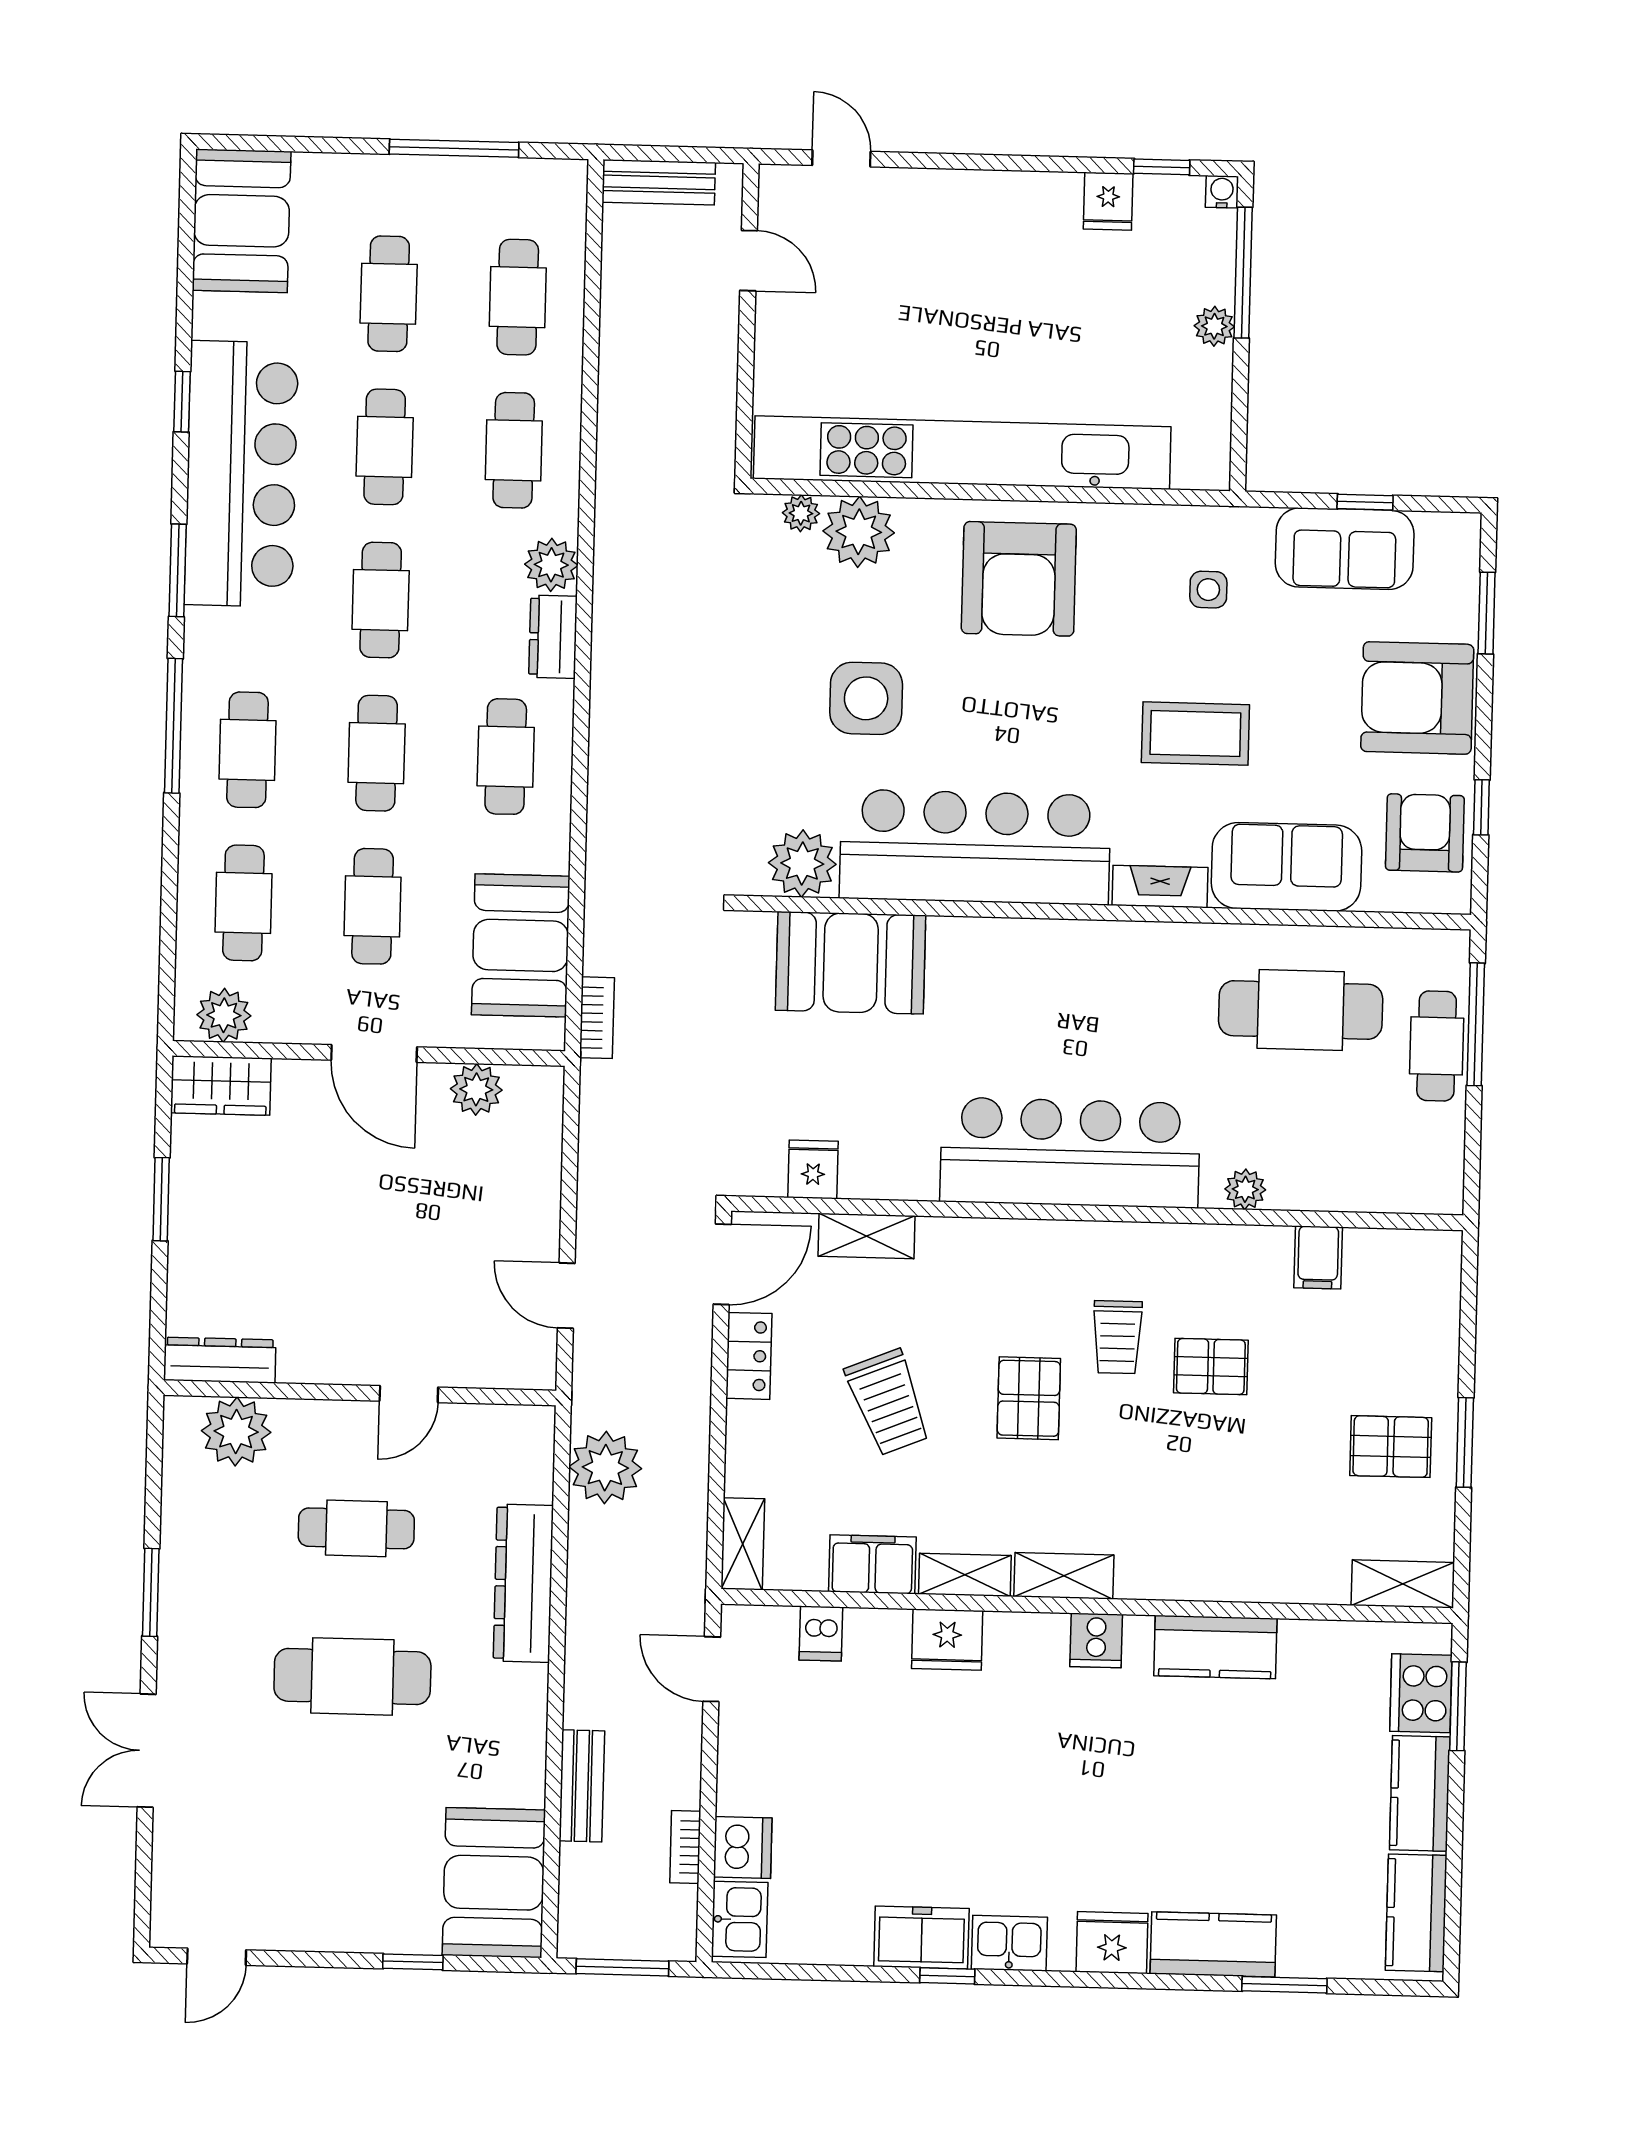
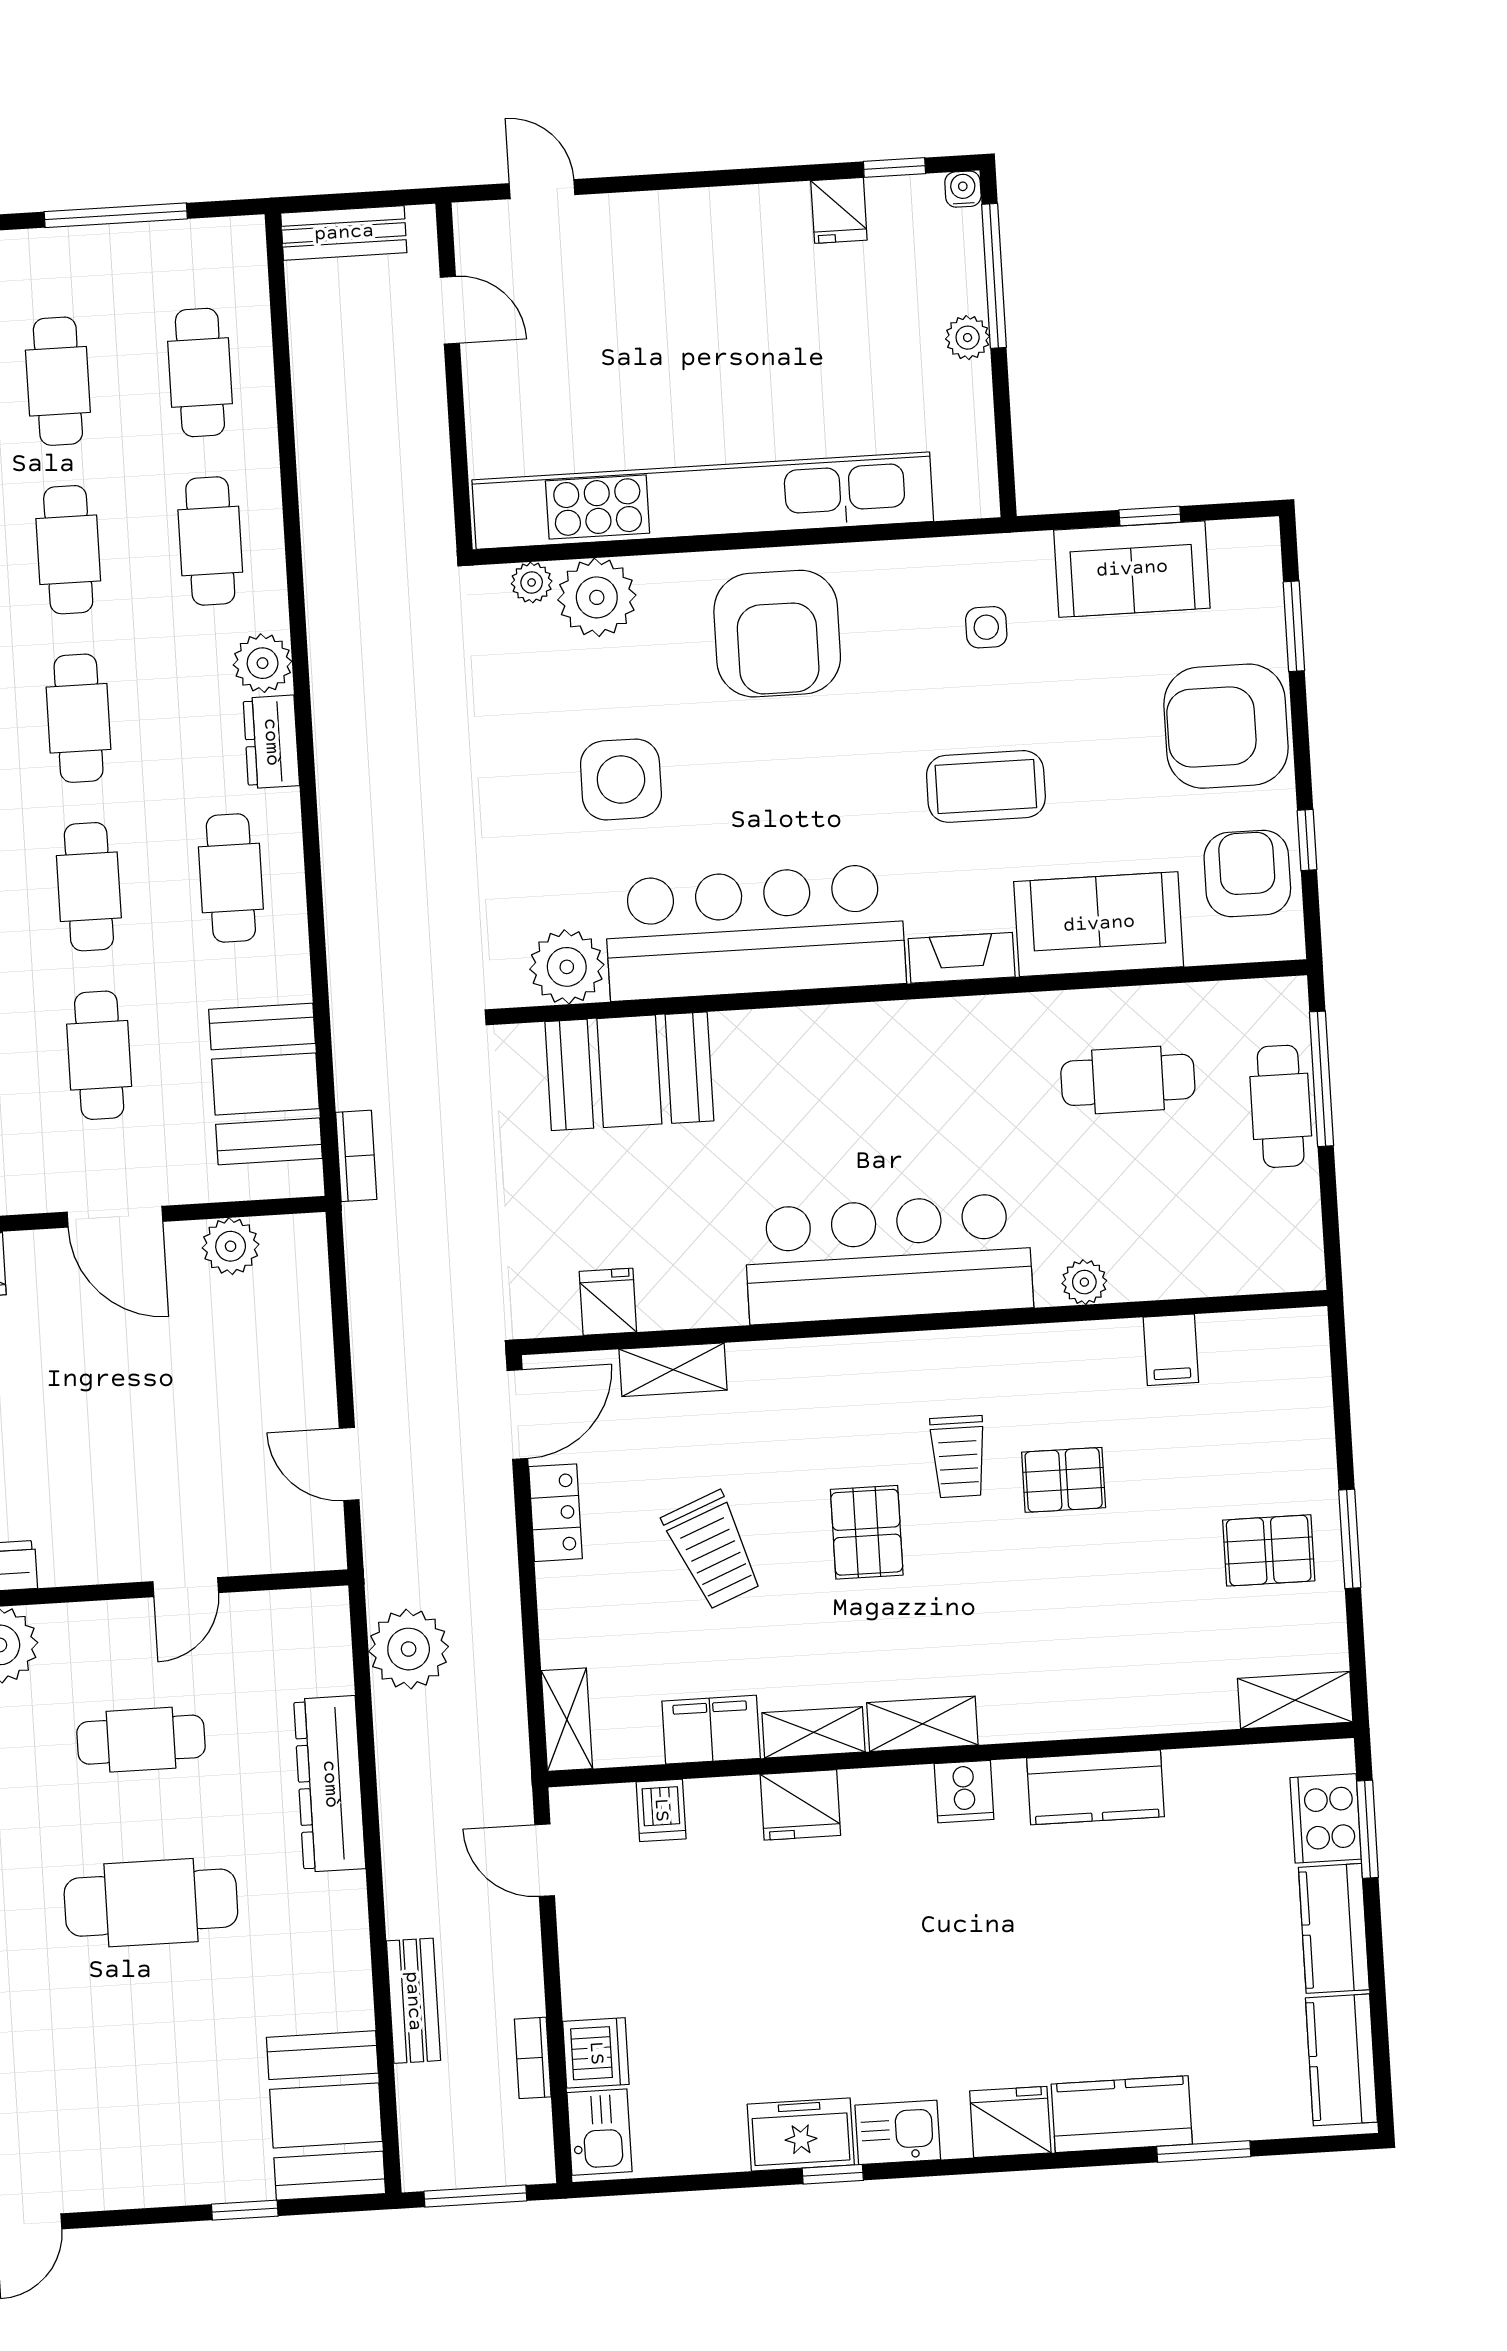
cafe table: (1301, 1010) -> (1128, 1080), width x0.73, depth x0.74

